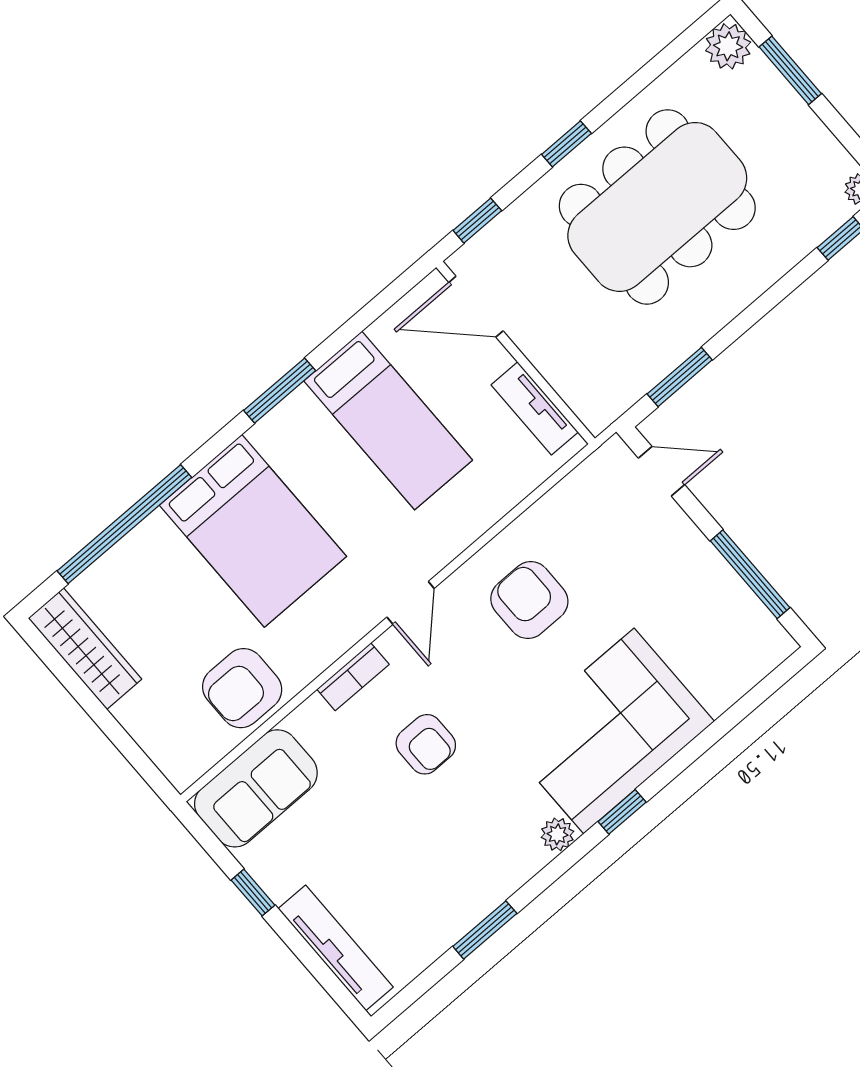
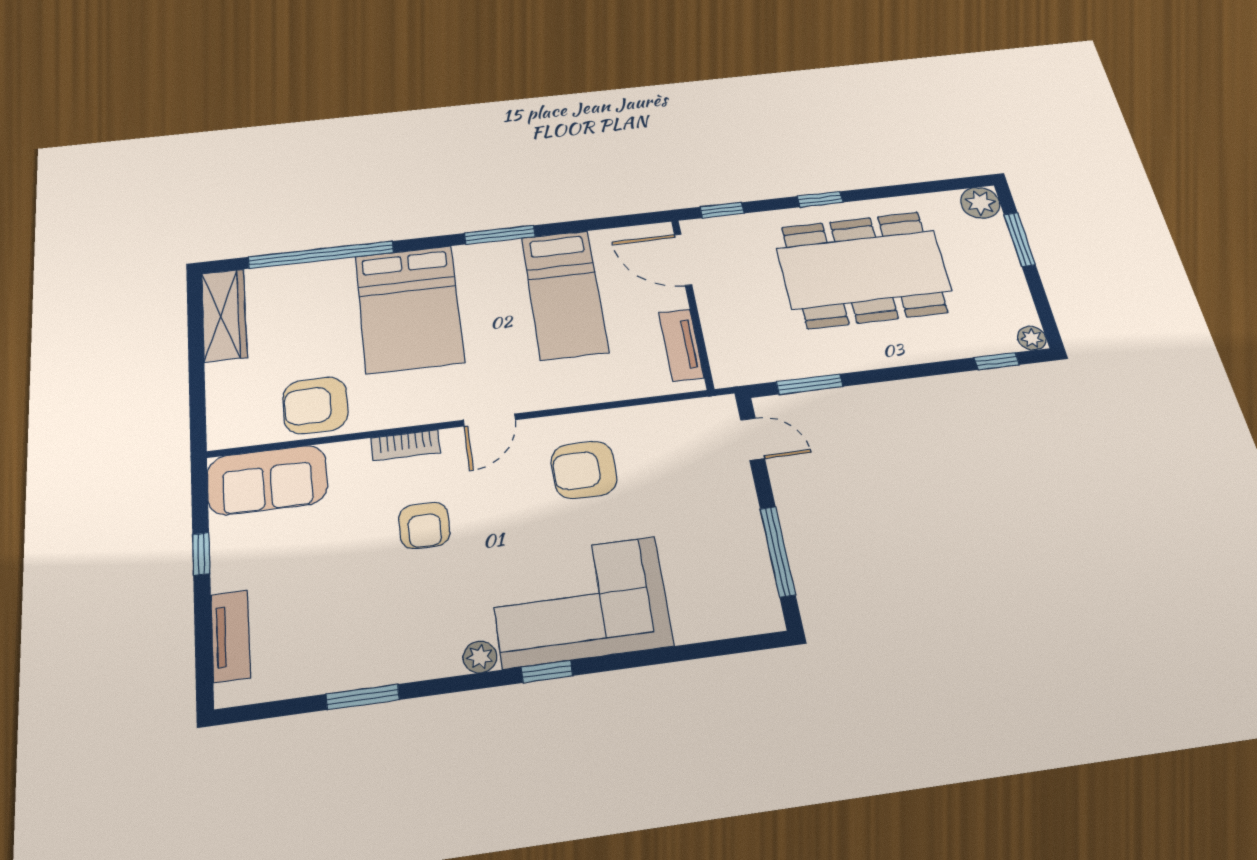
armchair: (529, 600) -> (584, 470), turned -90
tv unit: (336, 948) -> (231, 636), width x0.71

